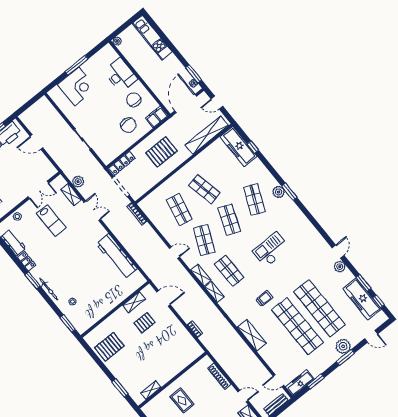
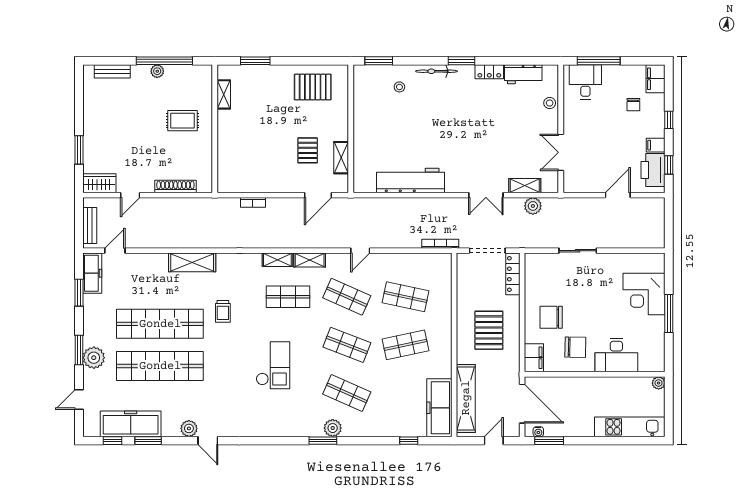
freezer: (238, 146) -> (439, 408), moved, turned -90
lab bench: (51, 221) -> (513, 138), removed
pallet: (109, 347) -> (313, 87), turned 90

